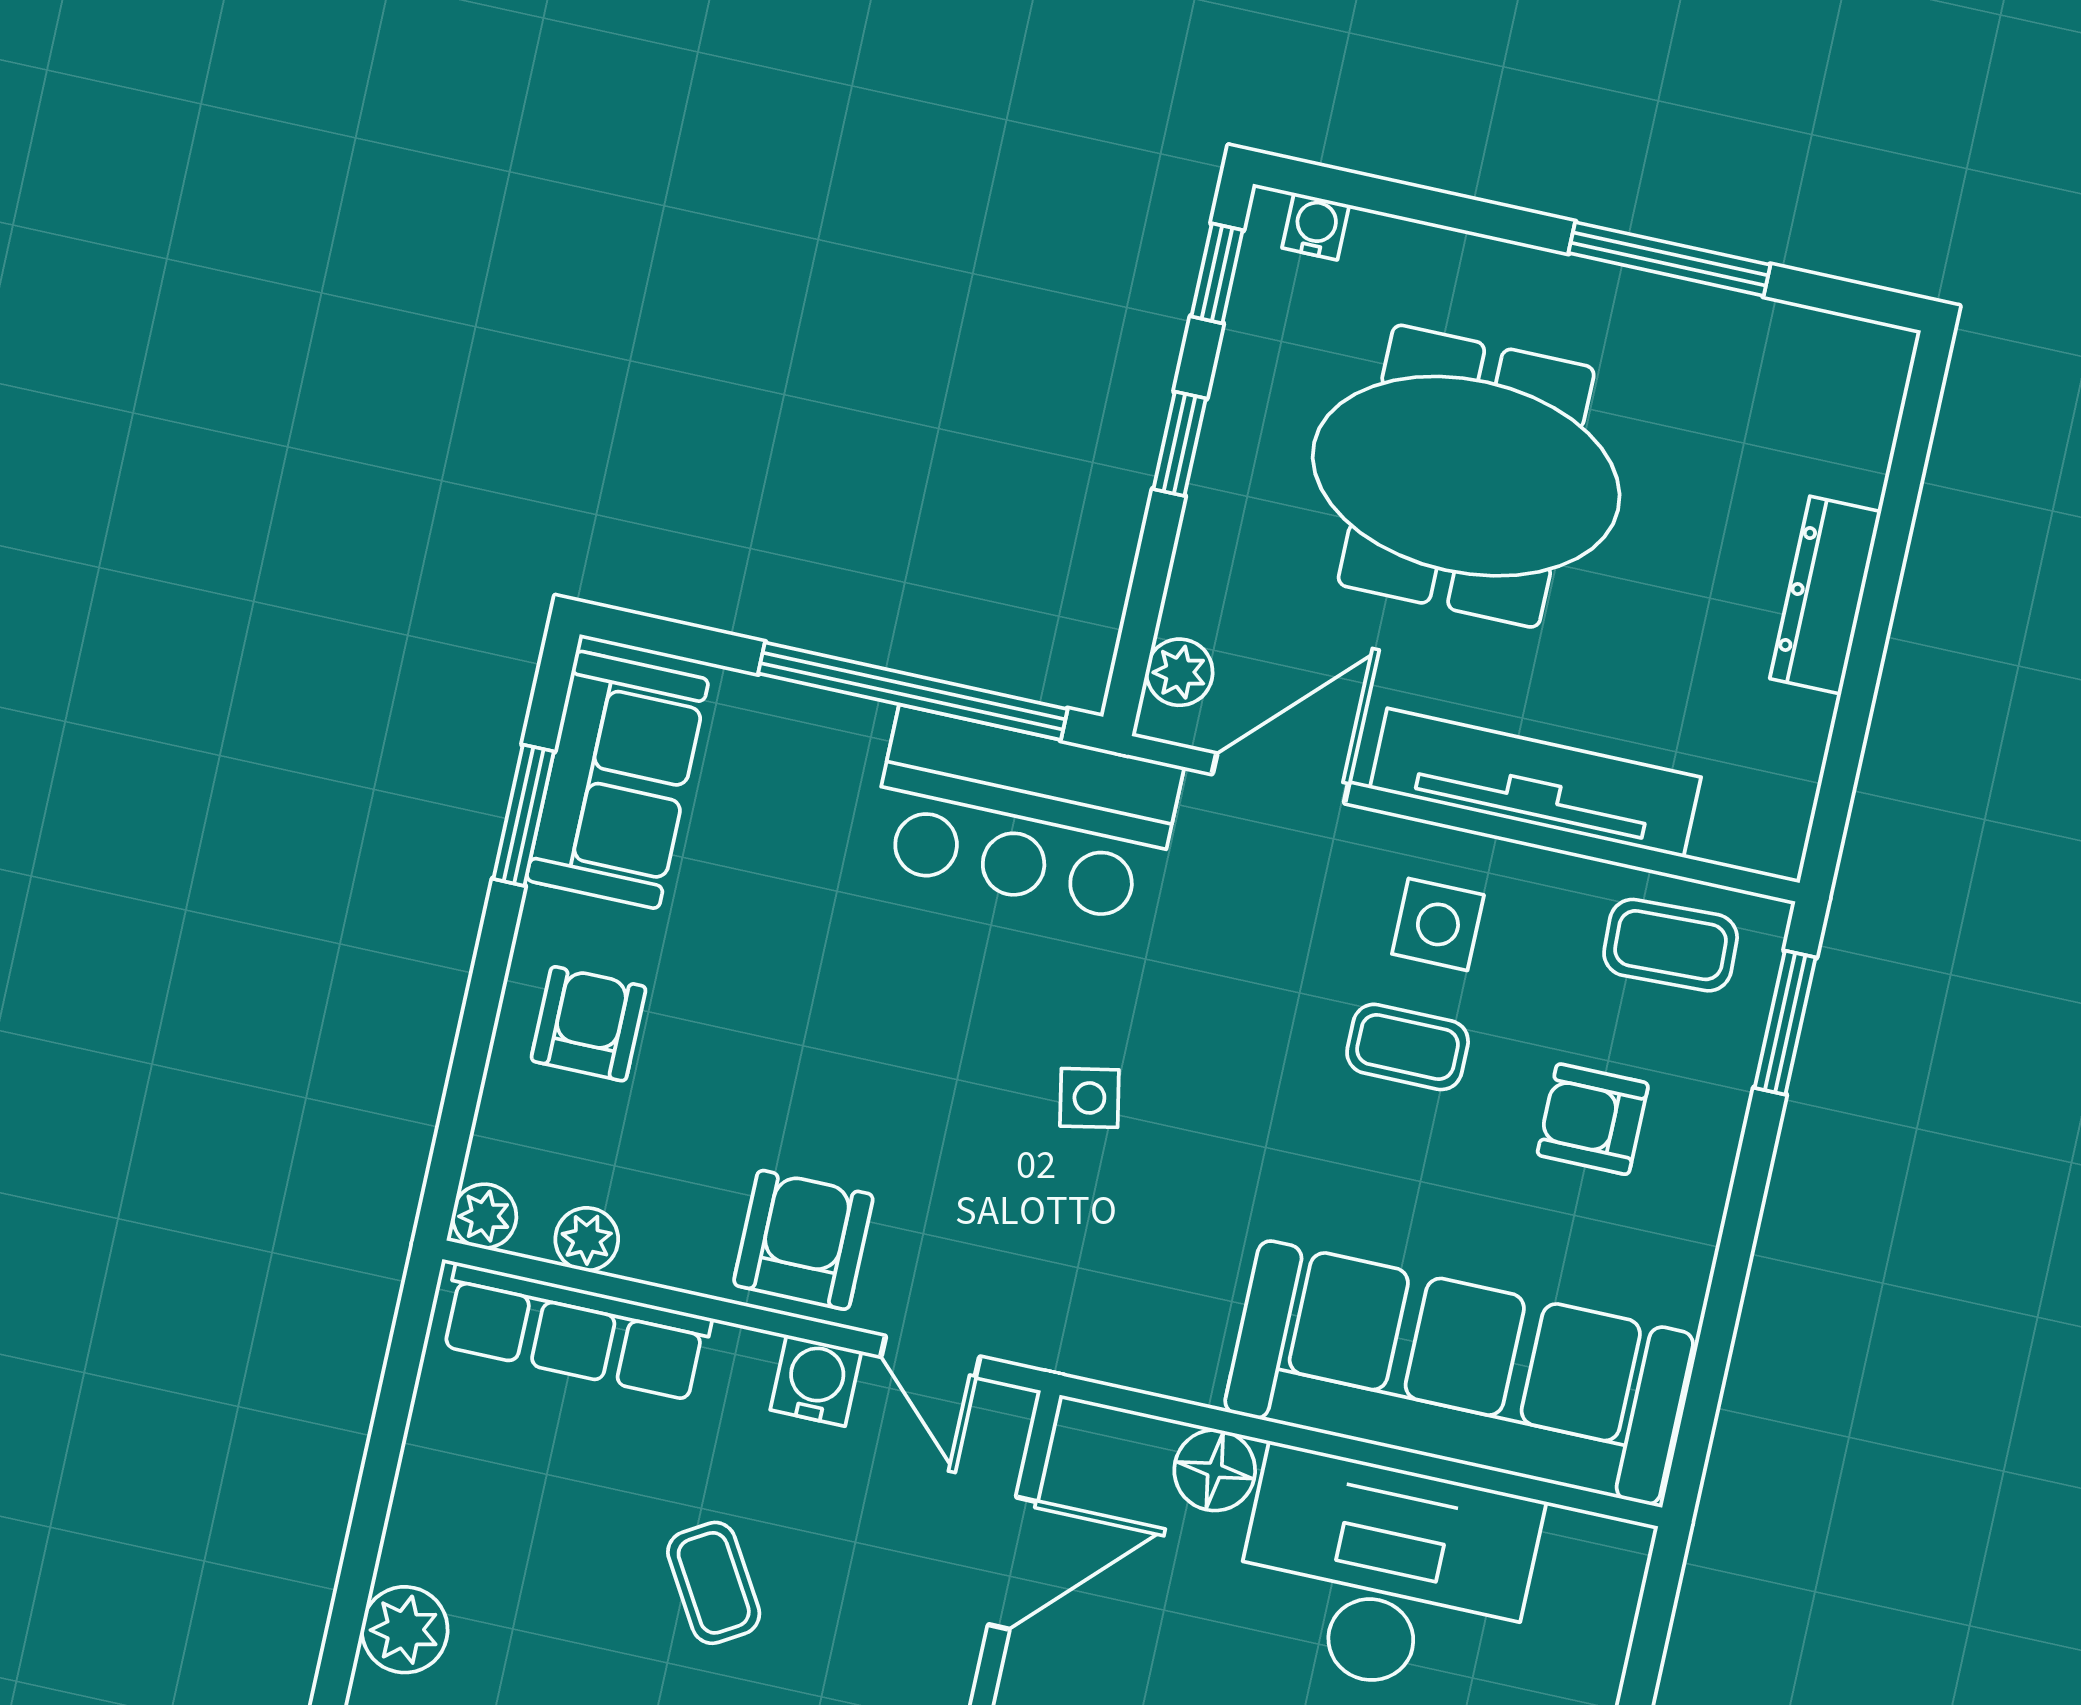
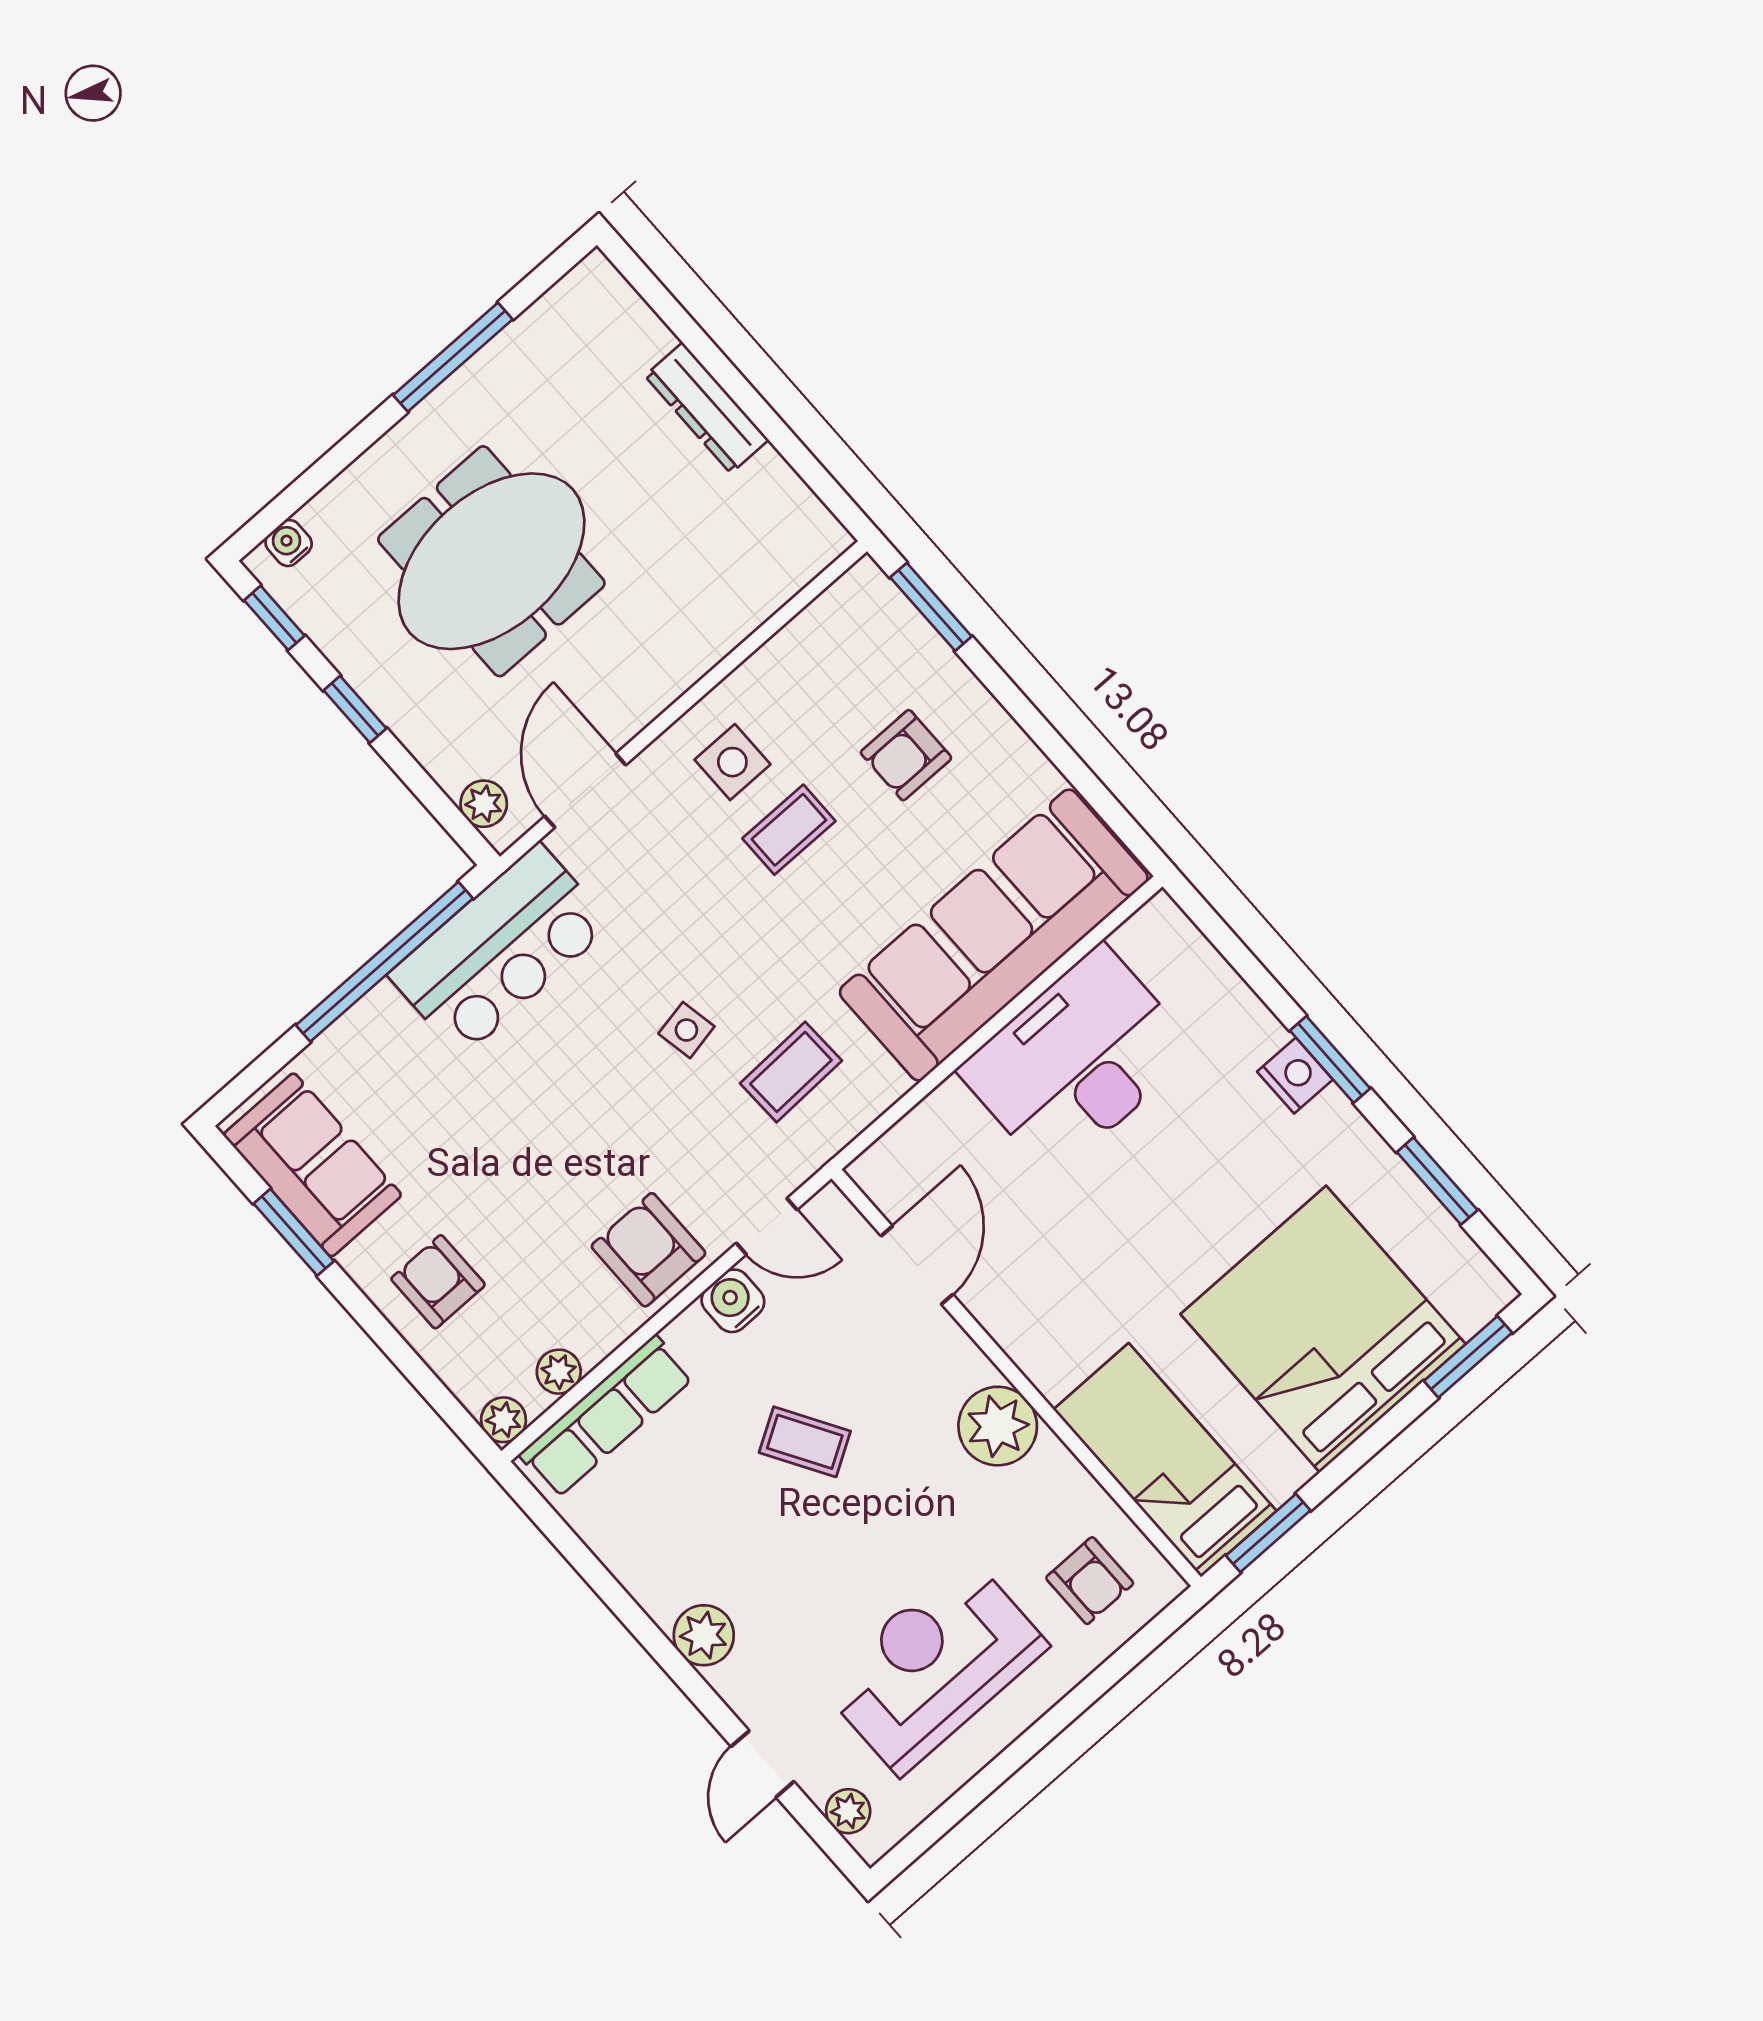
tv unit: (1535, 783) -> (693, 649), removed
coffee table: (1671, 945) -> (791, 1072), moved
floor lamp: (1215, 1470) -> (948, 1113), removed

